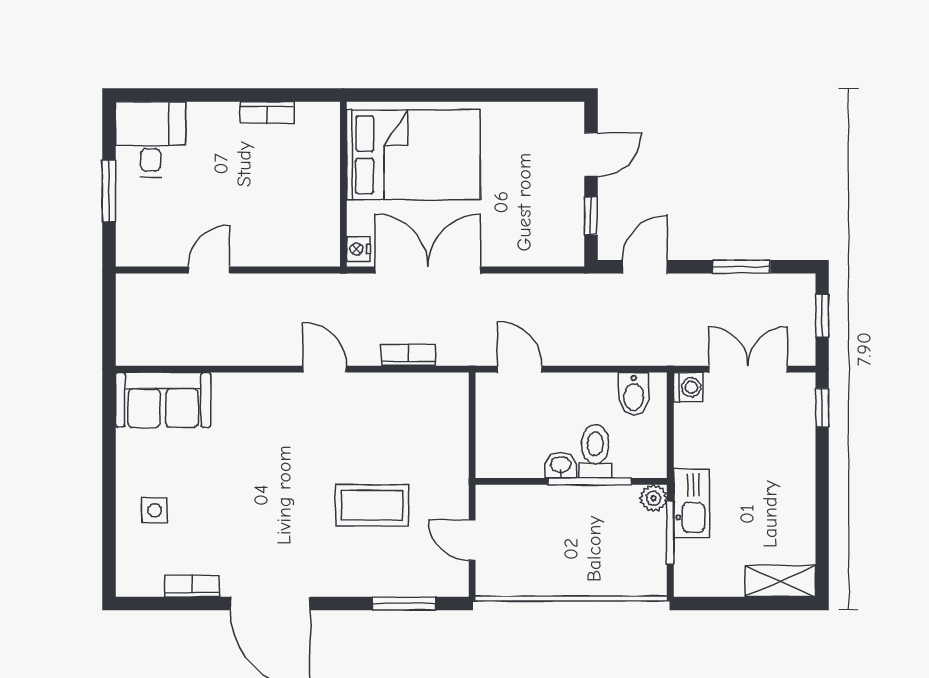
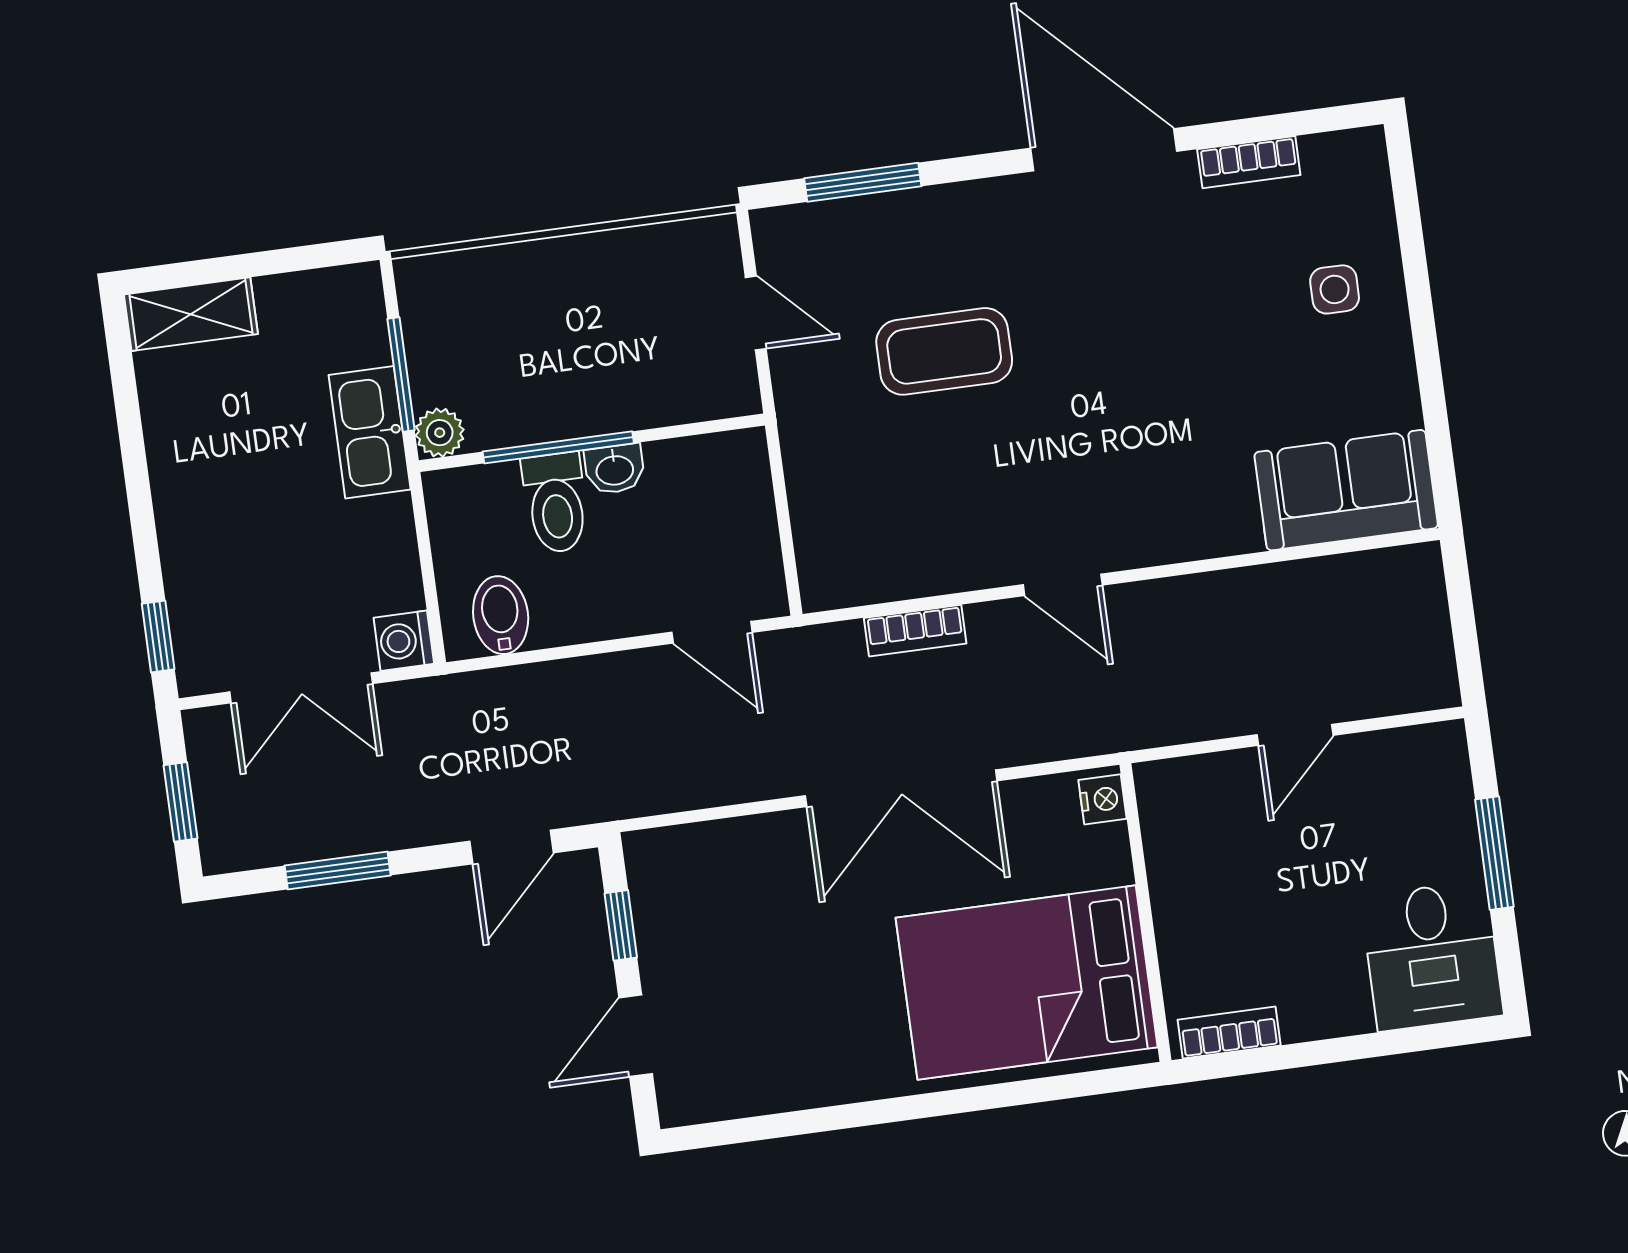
bed: (413, 155) -> (1027, 983), moved
wall: (343, 184) -> (1145, 913), moved
nightstand: (358, 249) -> (1102, 799), moved

